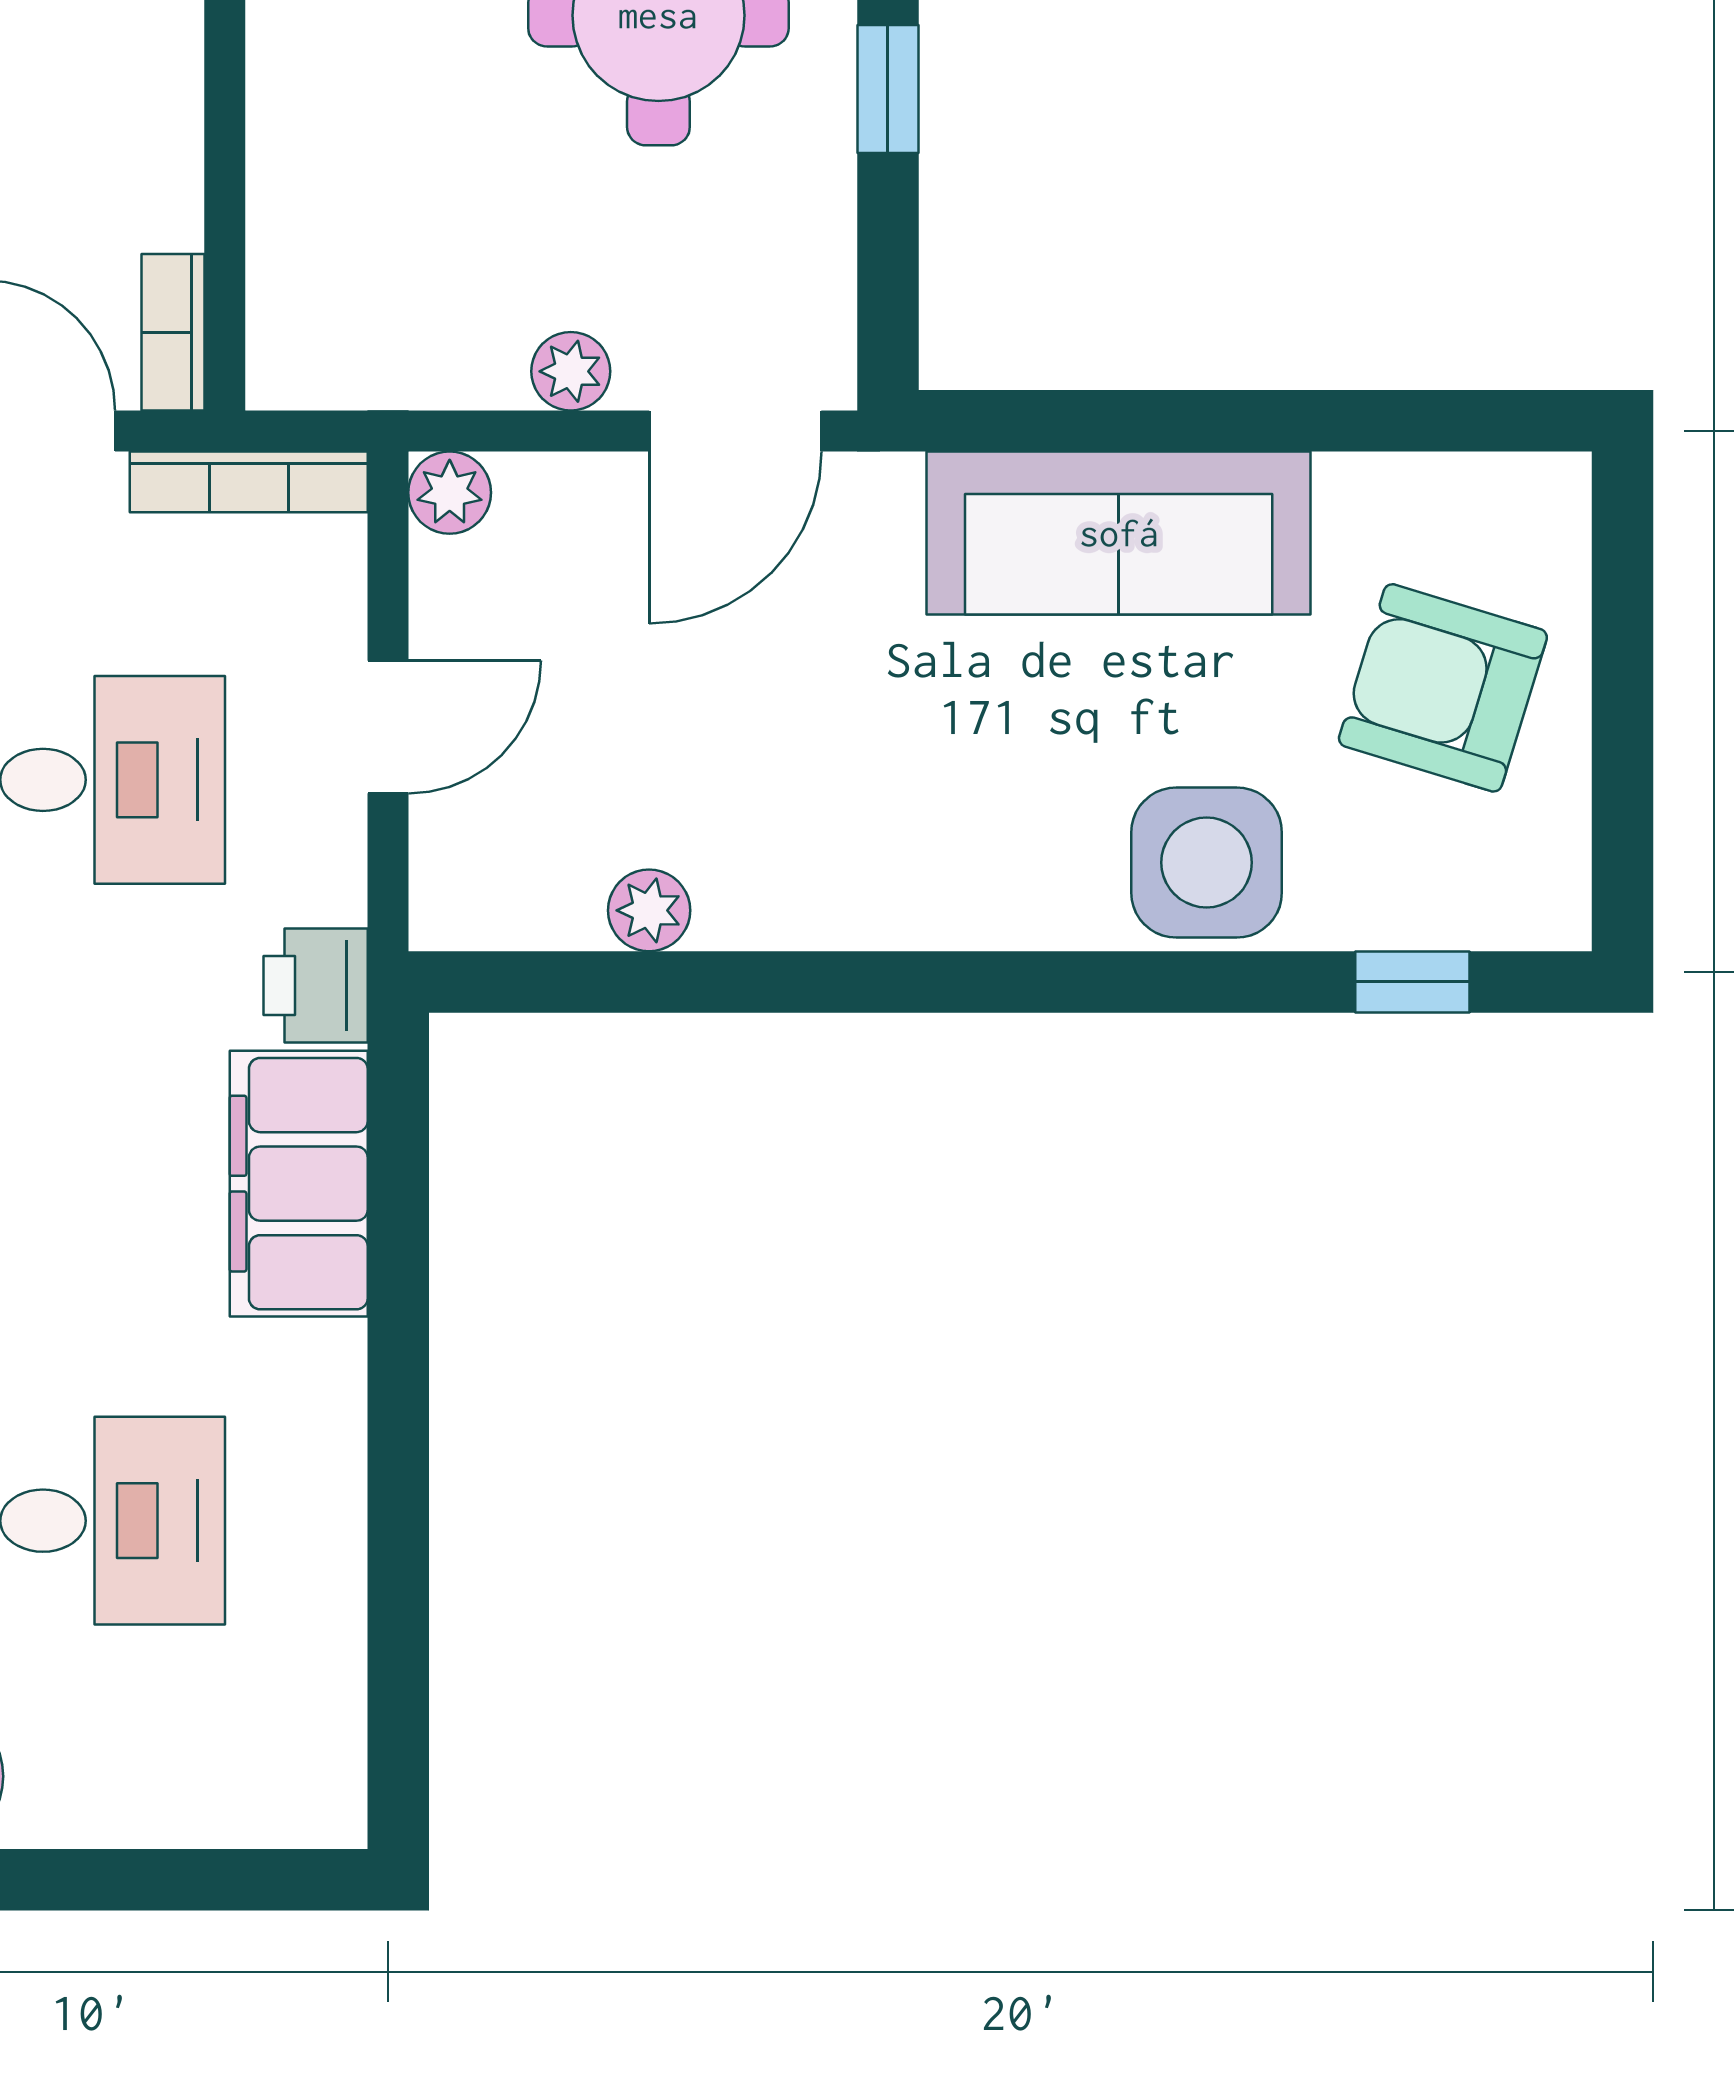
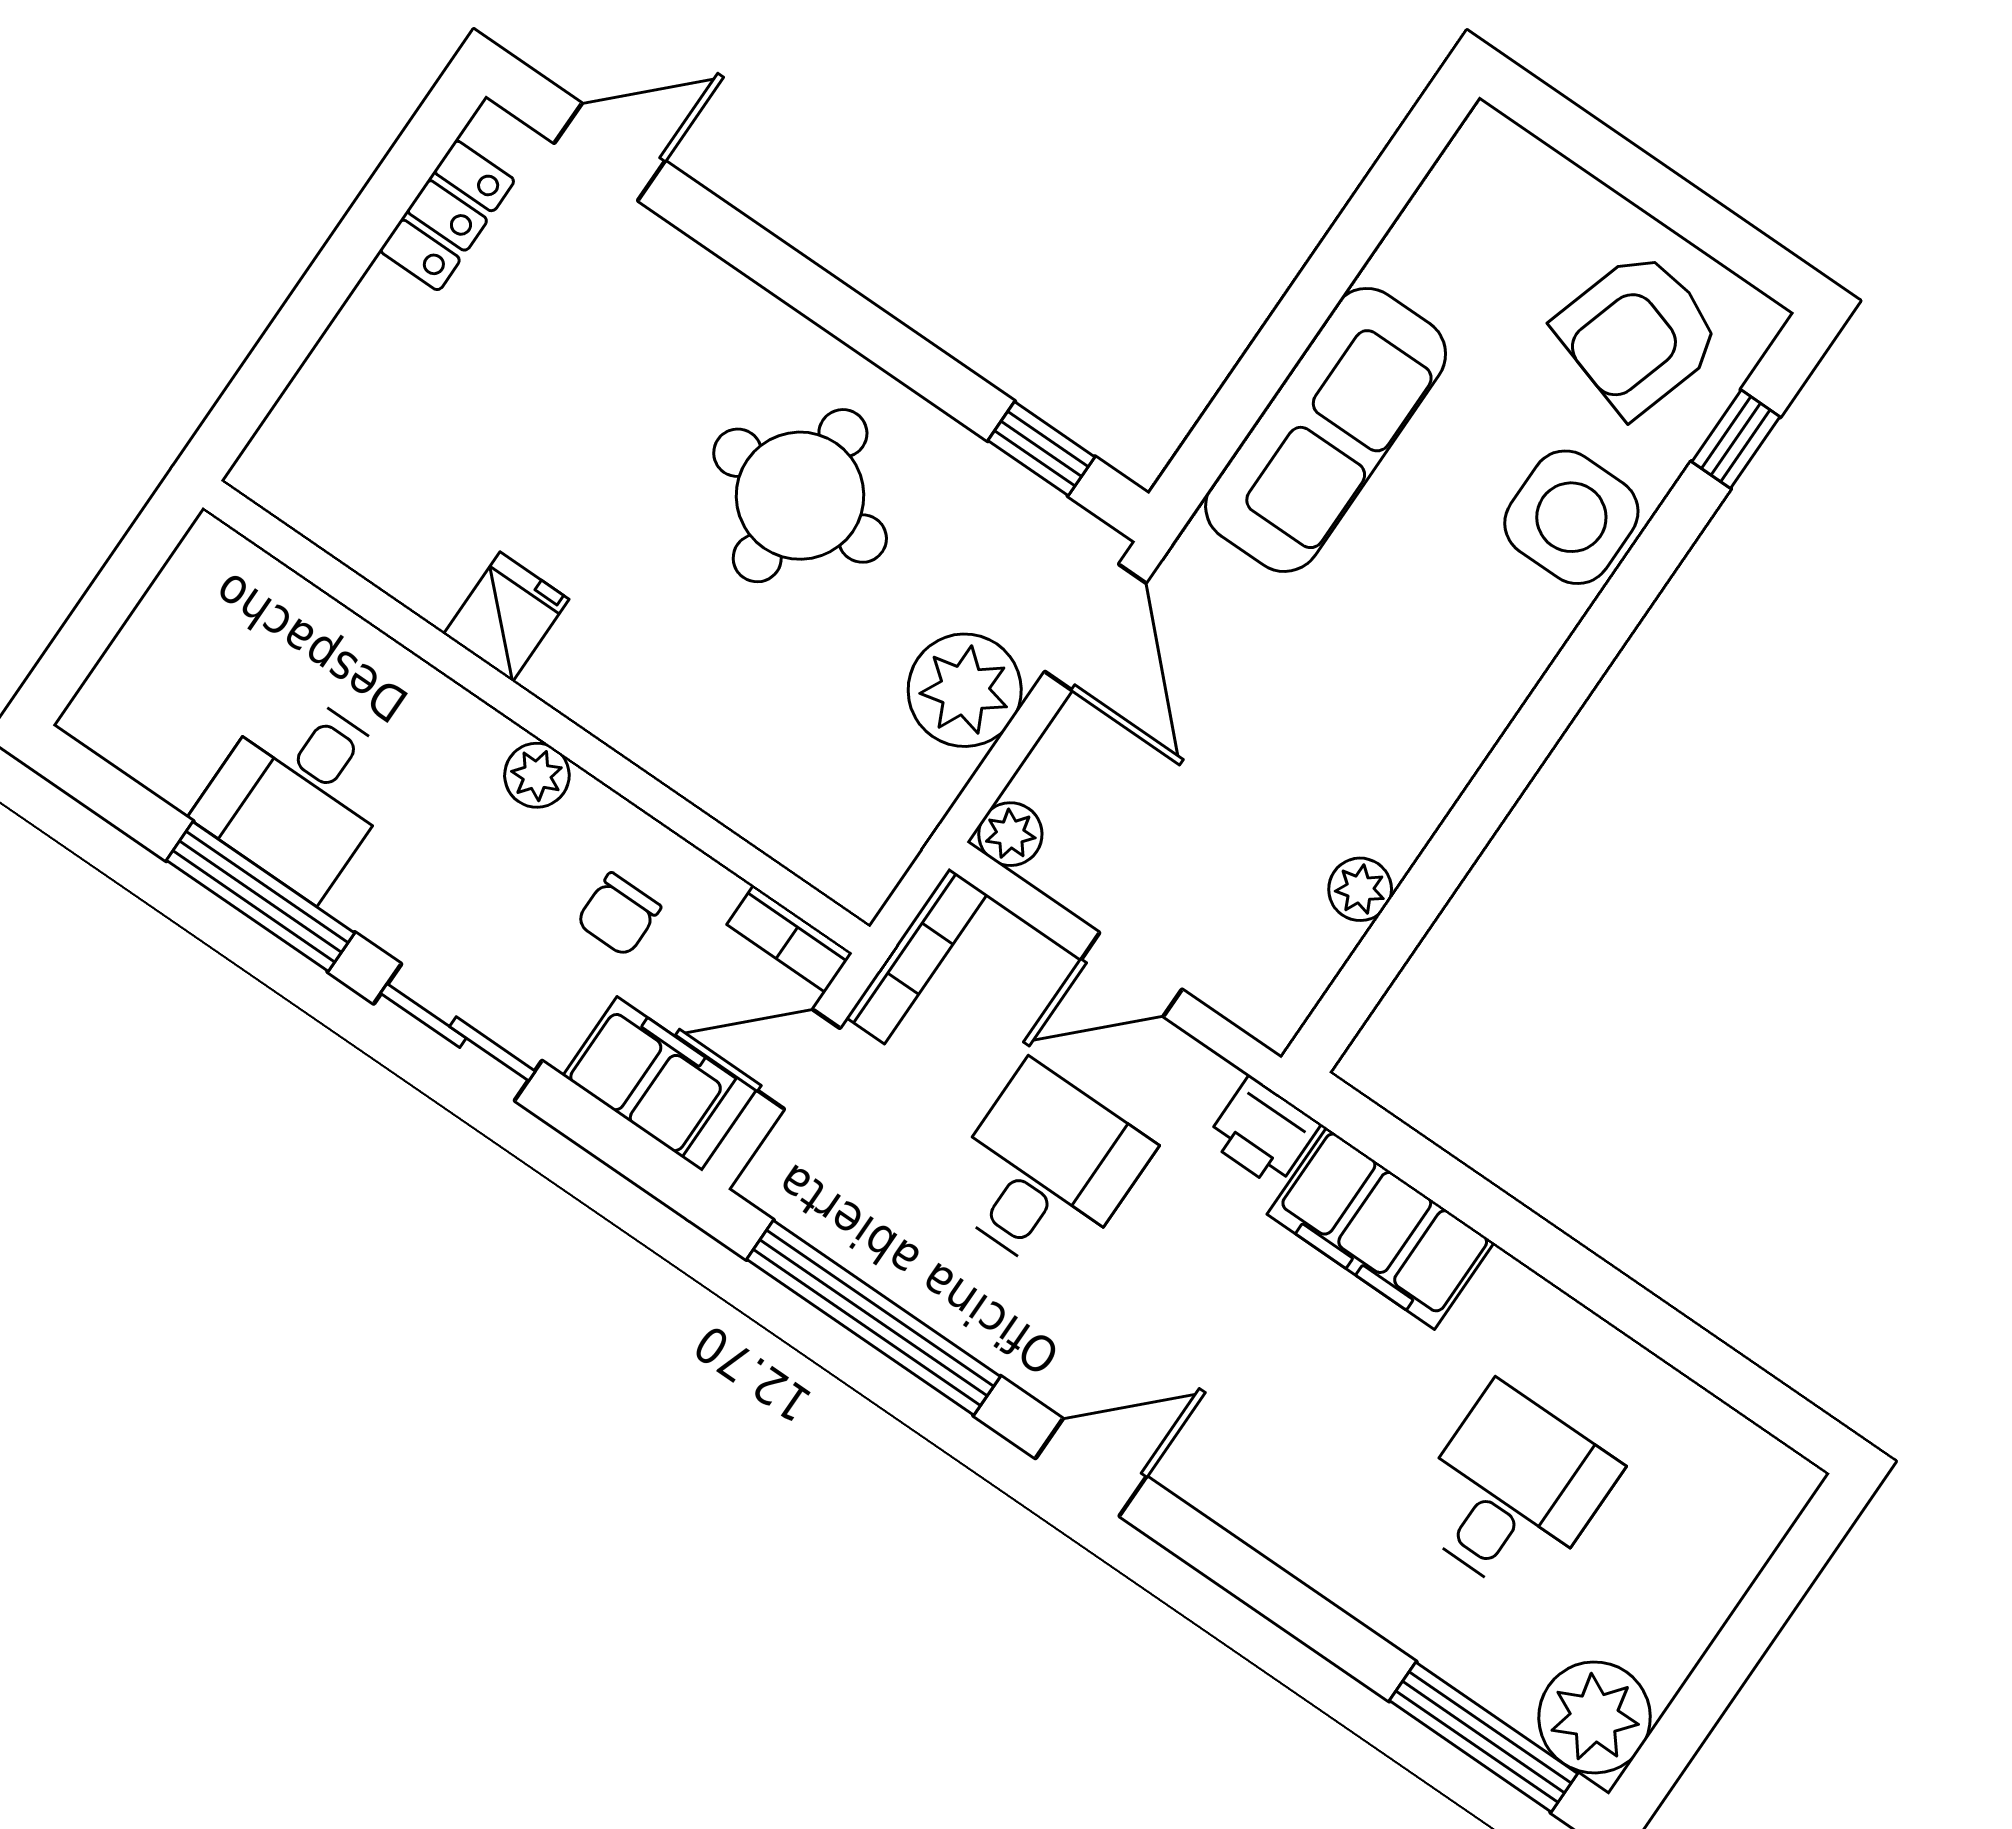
window: (888, 89) -> (1041, 449), moved
chair: (73, 130) -> (619, 915), added
plant: (571, 371) -> (965, 690), width x1.87, depth x1.87
armchair: (1443, 688) -> (1638, 333), moved
door: (388, 727) -> (1131, 974), swing flipped

